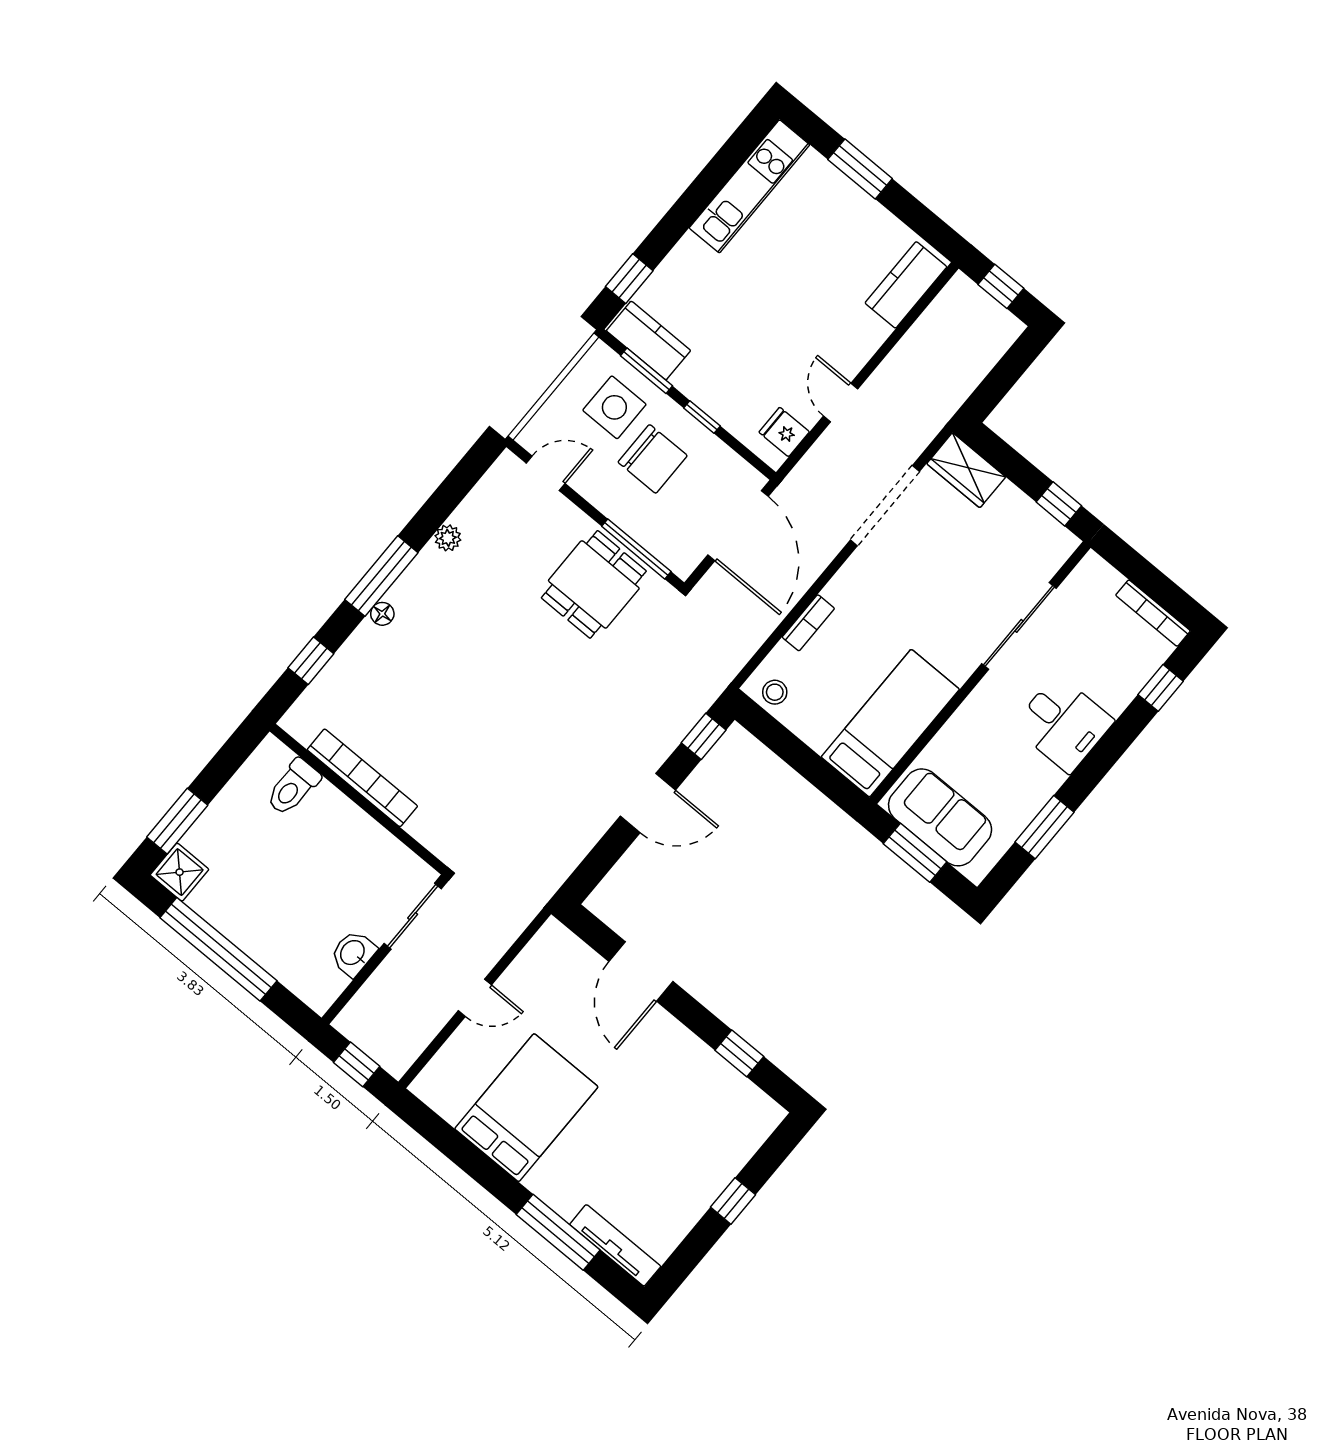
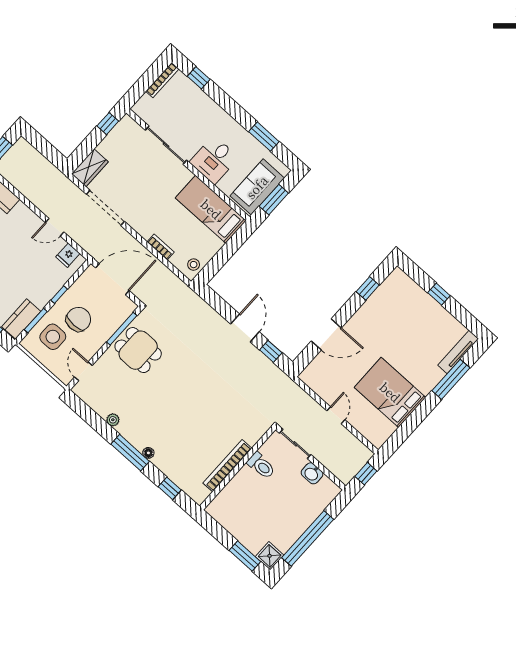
desk: (1063, 724) -> (214, 160), moved, turned 180
window: (704, 736) -> (271, 351), moved
toilet: (293, 787) -> (261, 466), moved

